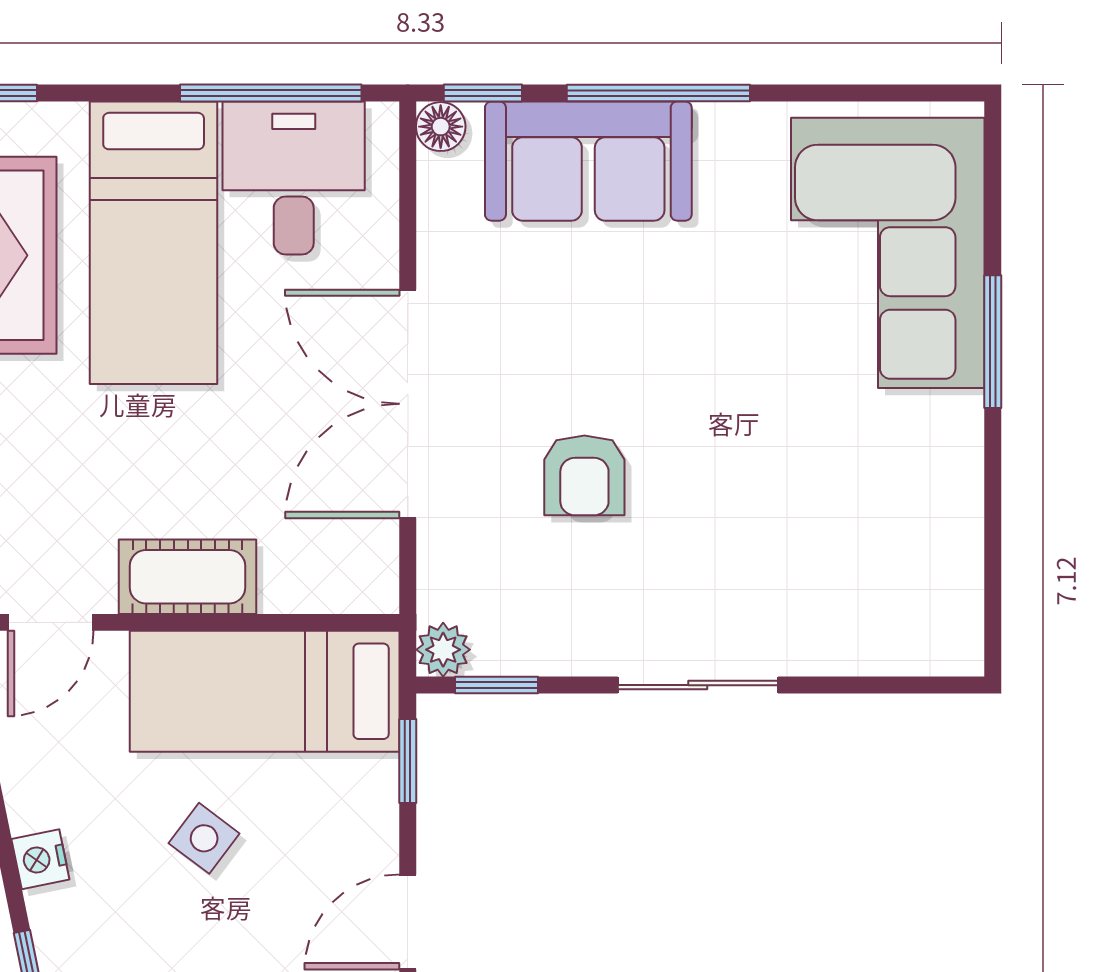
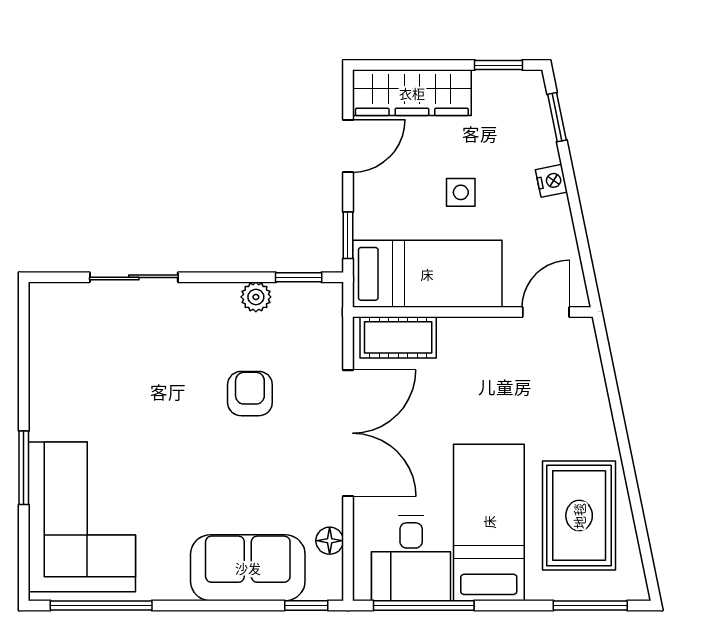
window: (658, 93) -> (101, 605), moved
floor lamp: (441, 127) -> (330, 541), moved
cot: (188, 577) -> (398, 337), moved
plant: (443, 650) -> (256, 297), moved
sliding door: (698, 685) -> (134, 277), moved
side table: (204, 838) -> (461, 192), turned -37

